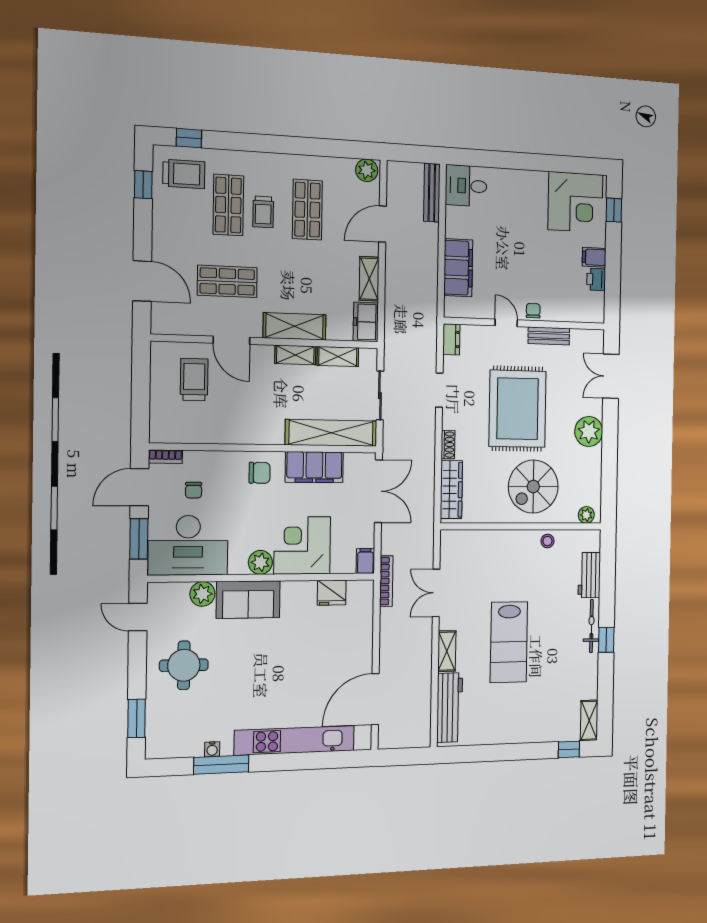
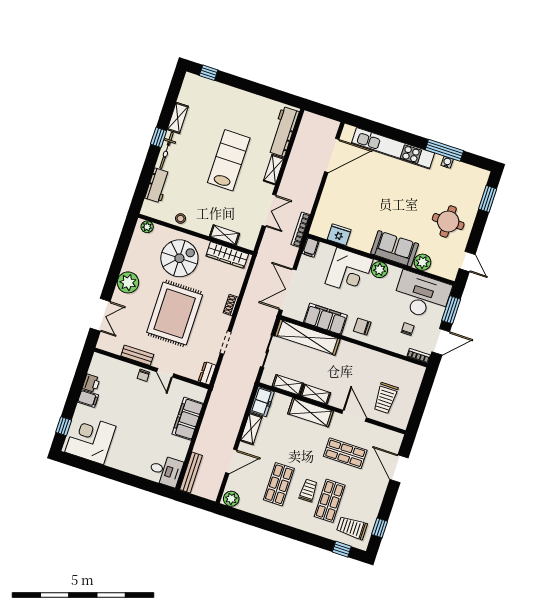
wardrobe: (451, 490) -> (227, 255), moved, turned -90
shelving: (484, 539) -> (225, 235), added
shelving: (589, 720) -> (178, 118), moved

